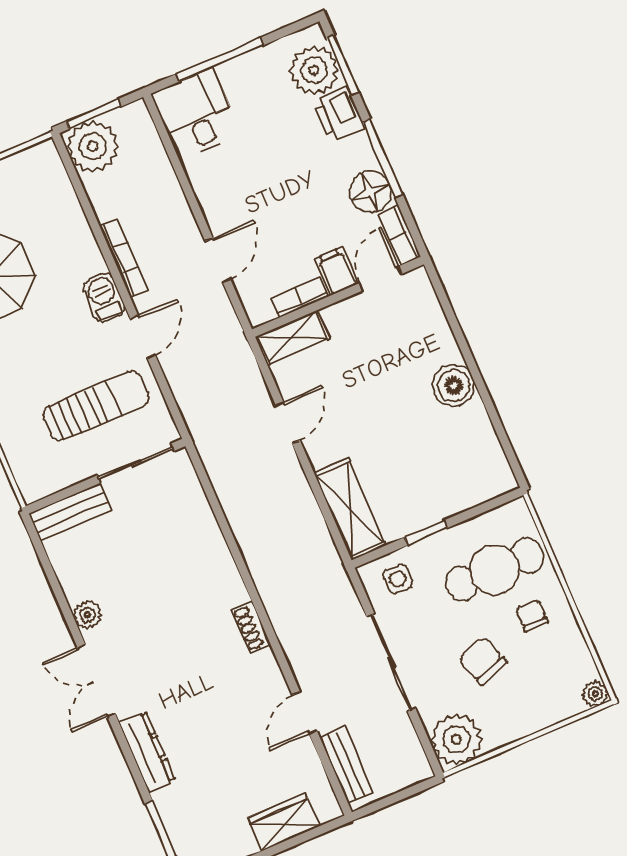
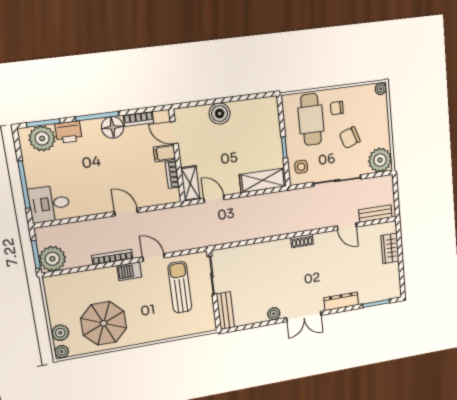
filing cabinet: (336, 271) -> (164, 153), moved
door: (380, 279) -> (174, 133), moved
wall: (338, 297) -> (177, 156), moved
bookcase: (300, 298) -> (172, 175), moved
shelving: (292, 337) -> (190, 183), moved

